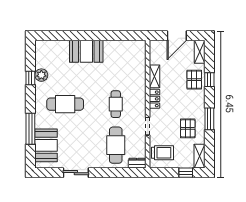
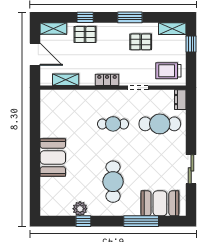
shelving: (154, 76) -> (66, 80), moved
trolley: (162, 153) -> (168, 71), turned -90

